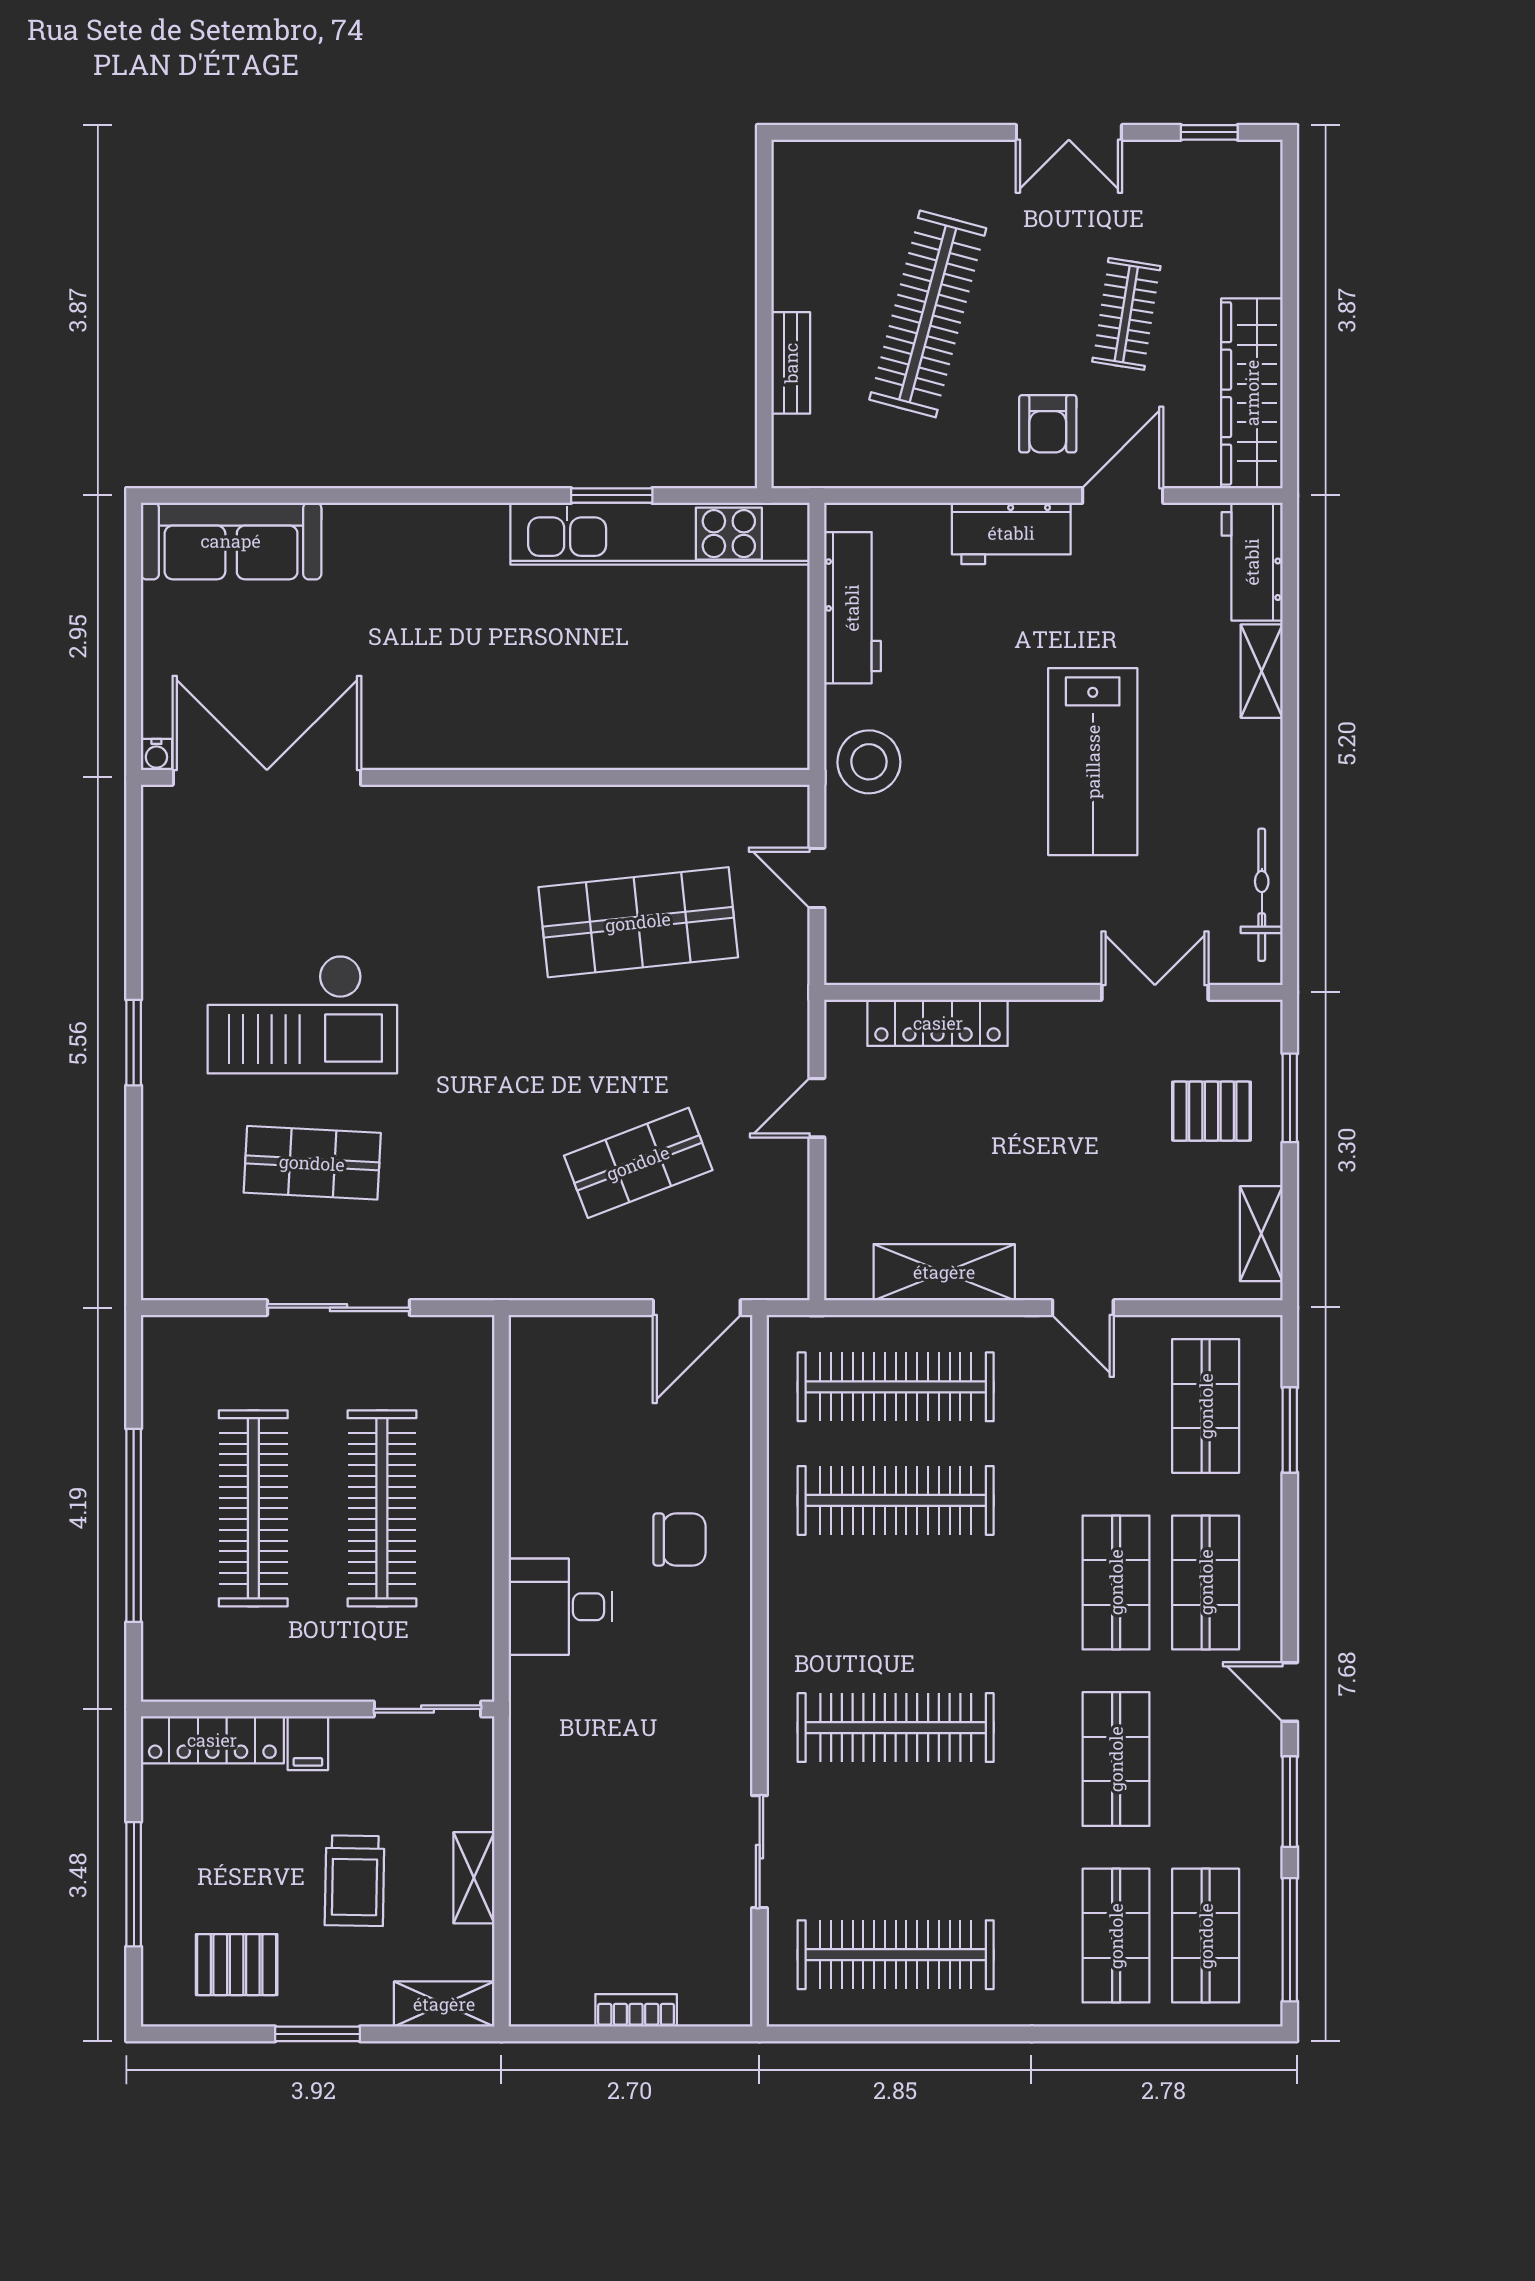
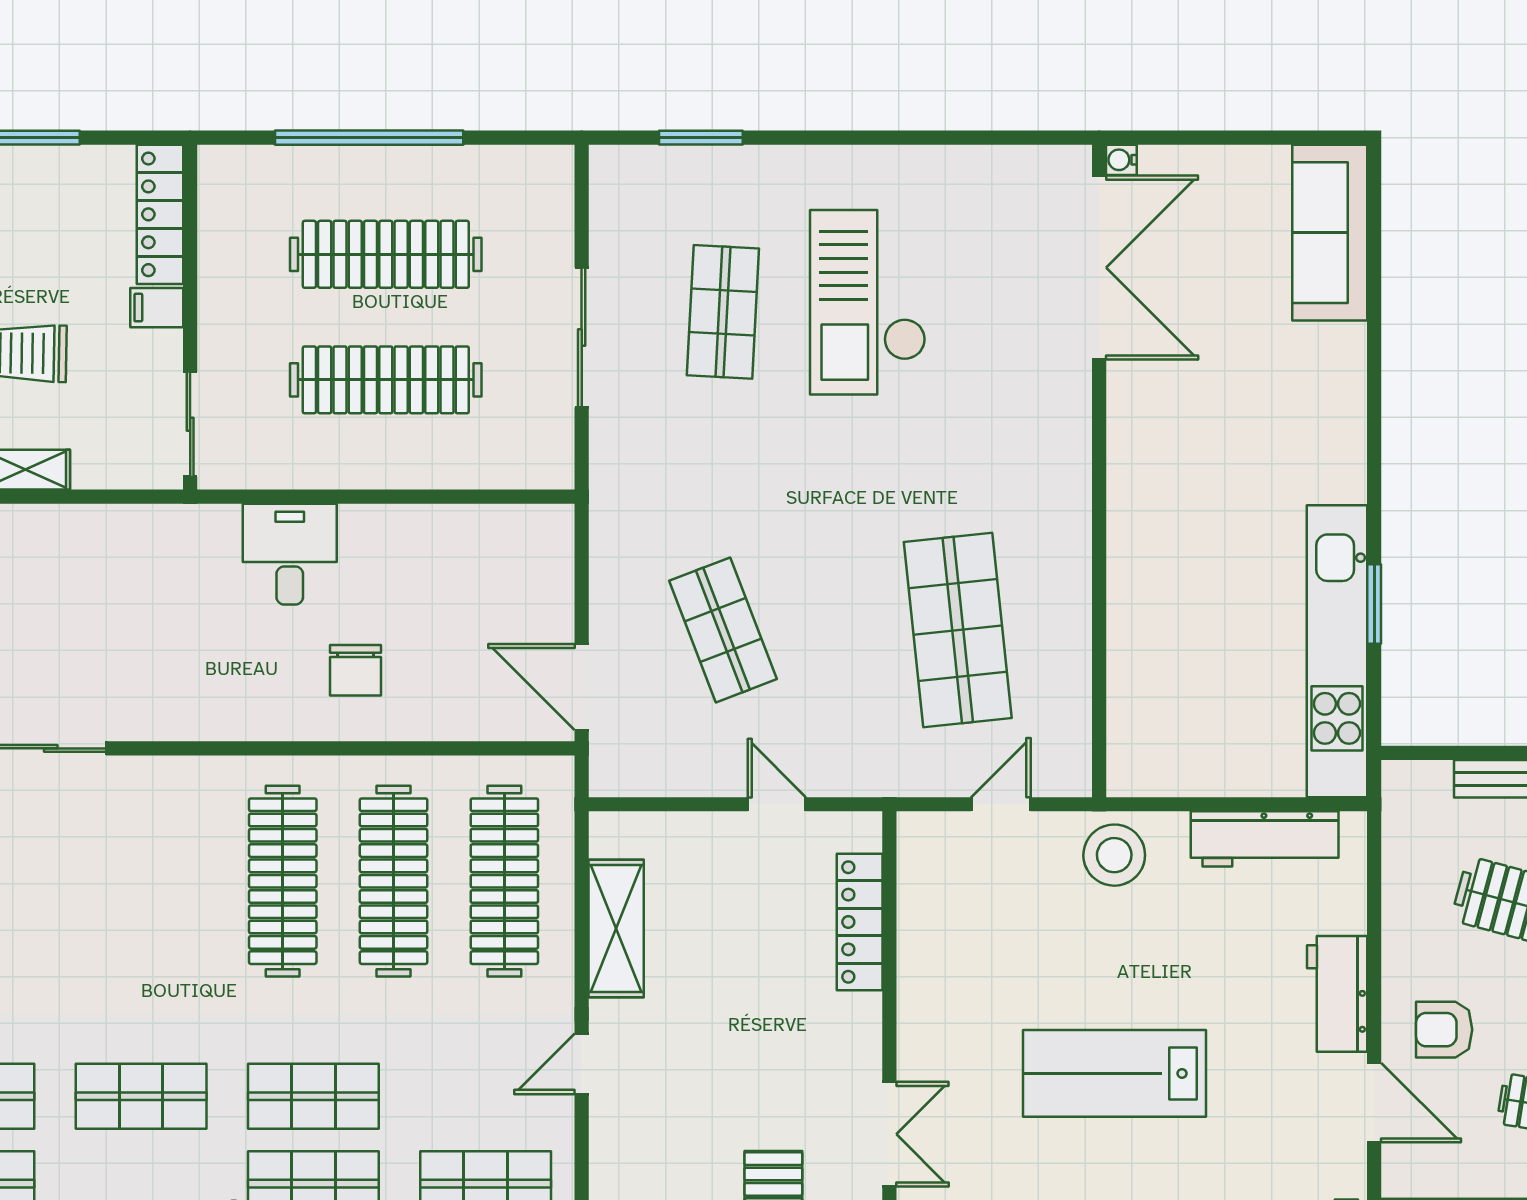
window: (134, 1043) -> (701, 138), moved
clothes rail: (896, 1728) -> (283, 881), moved

